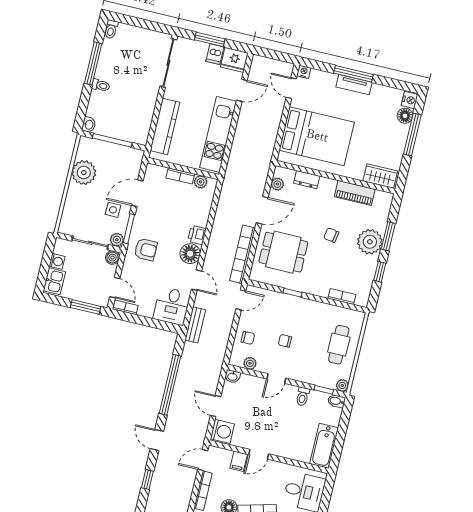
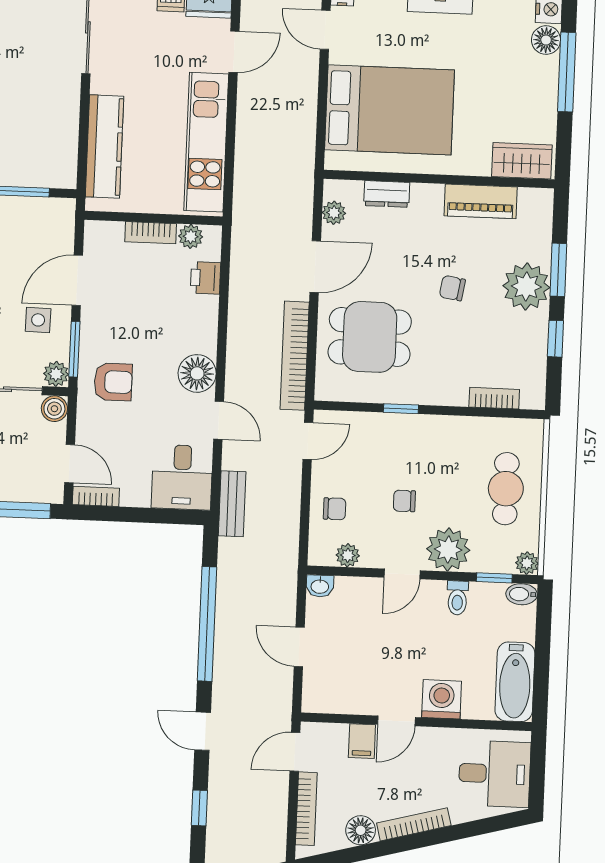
printer: (197, 235) -> (206, 278), moved
plant: (303, 370) -> (448, 549), added
washing machine: (222, 431) -> (442, 699), moved, turned -90

